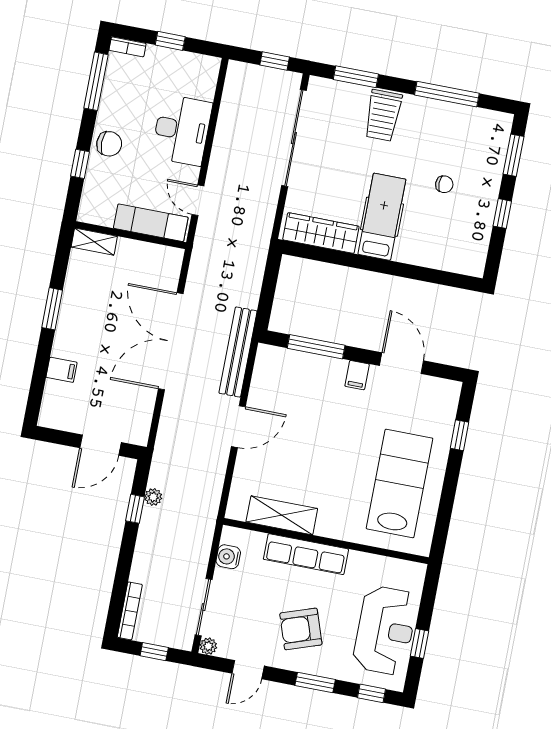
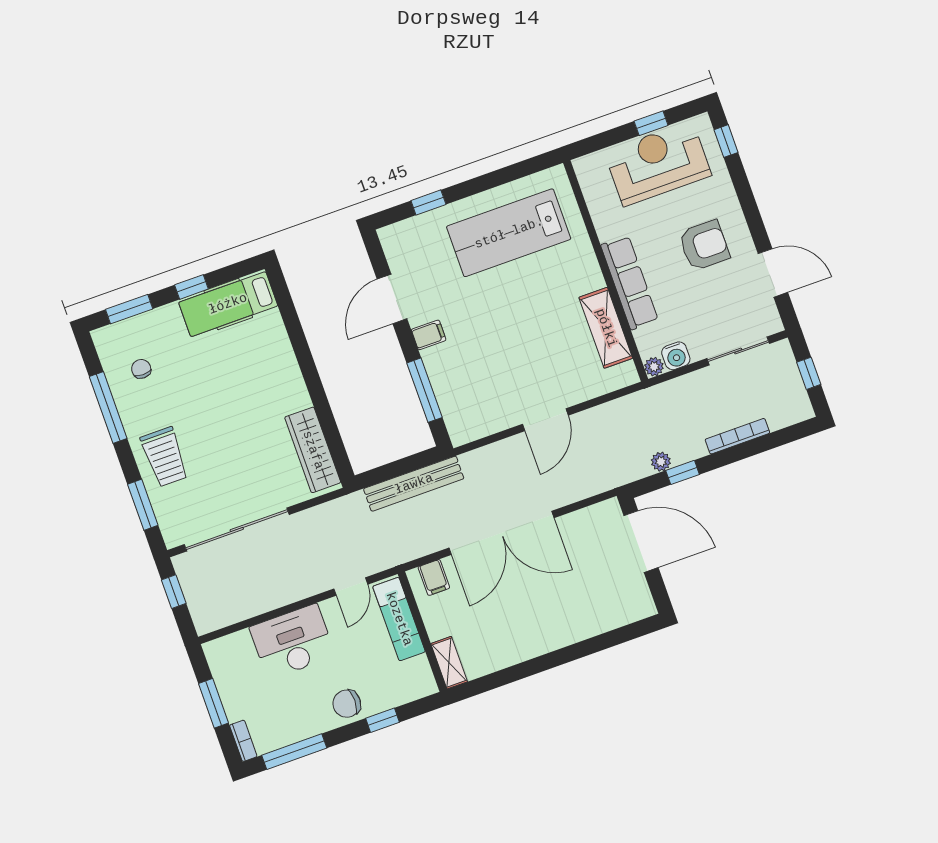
window: (170, 41) -> (213, 703), width x1.50
trolley: (383, 115) -> (165, 457), turned 90
chair: (109, 144) -> (347, 704), turned -90
chair: (444, 184) -> (141, 369), moved
hospital bed: (382, 217) -> (228, 304), moved
window: (52, 309) -> (537, 665), removed
bench: (238, 352) -> (414, 484), moved
filing cabinet: (62, 370) -> (434, 577), moved, turned 180
door: (238, 427) -> (545, 420), swing flipped
door: (100, 445) -> (641, 542), width x1.36
bookcase: (130, 611) -> (737, 436), moved
armchair: (301, 629) -> (704, 245), turned -71
plant: (208, 646) -> (654, 367), moved
door: (248, 670) -> (773, 273), width x1.37
window: (315, 683) -> (747, 201), removed

